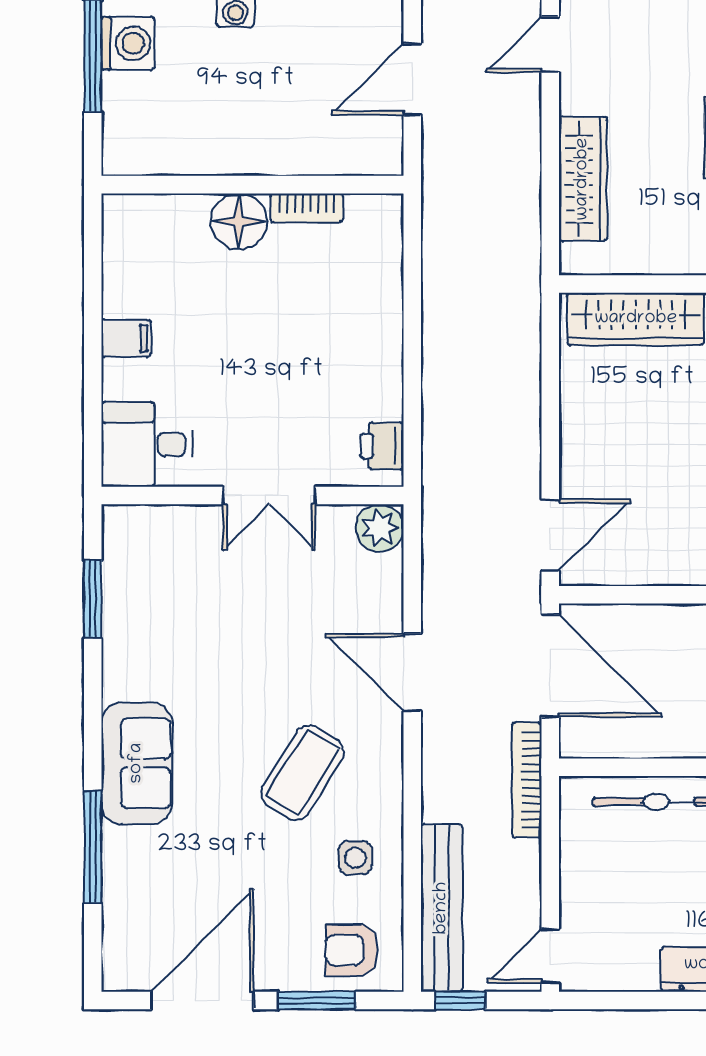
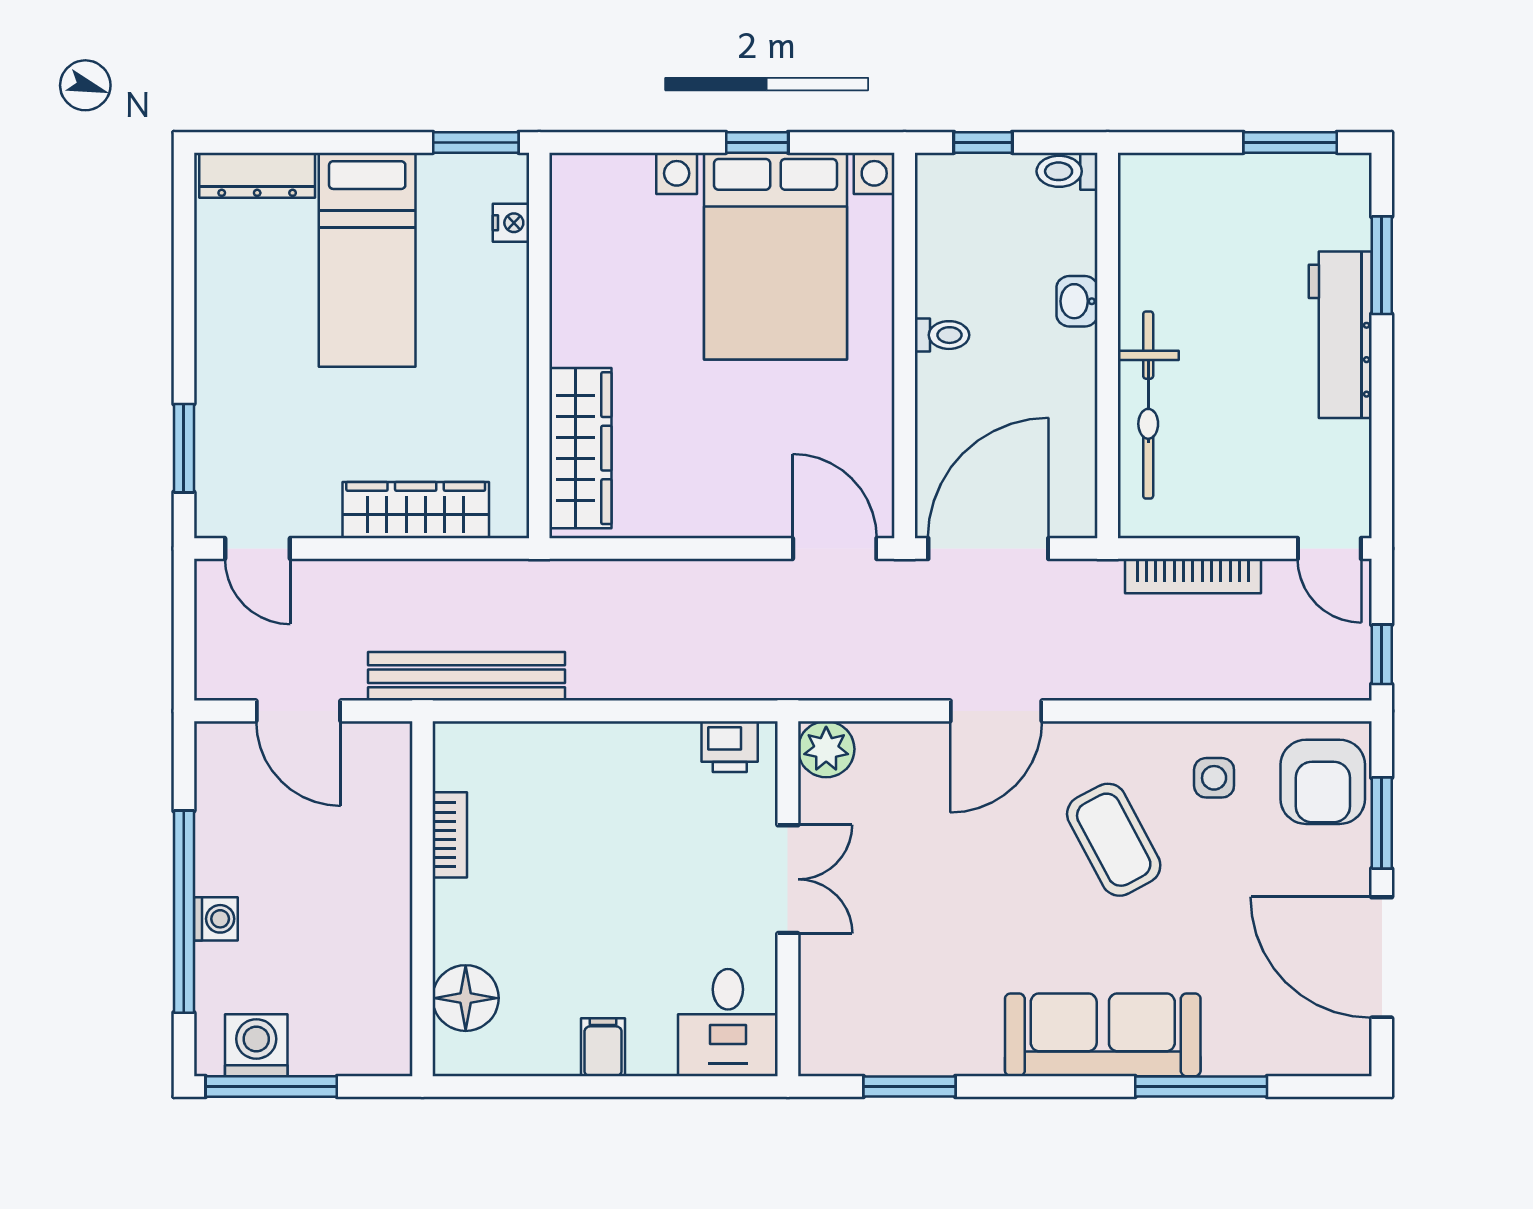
floor lamp: (239, 221) -> (466, 998), moved
sofa: (137, 763) -> (1103, 1035), width x1.36
coffee table: (303, 772) -> (1114, 840), turned 30
bookcase: (527, 780) -> (1193, 576), moved
bench: (442, 908) -> (466, 676), moved
armchair: (352, 950) -> (1323, 782), width x1.38, depth x1.38

